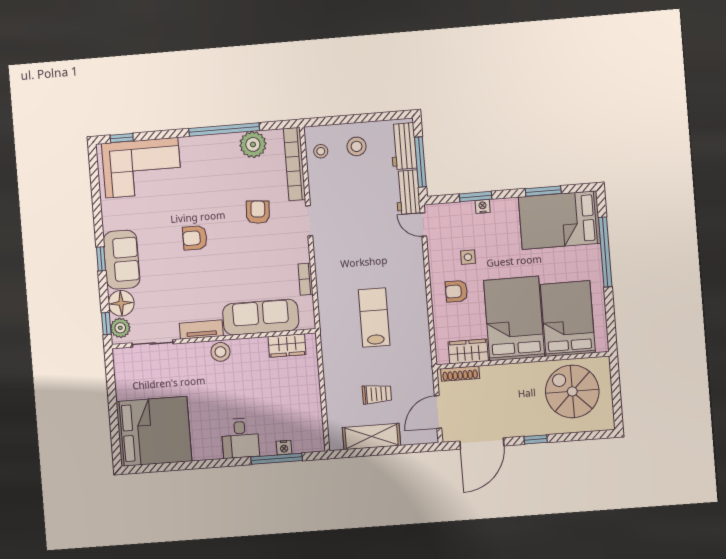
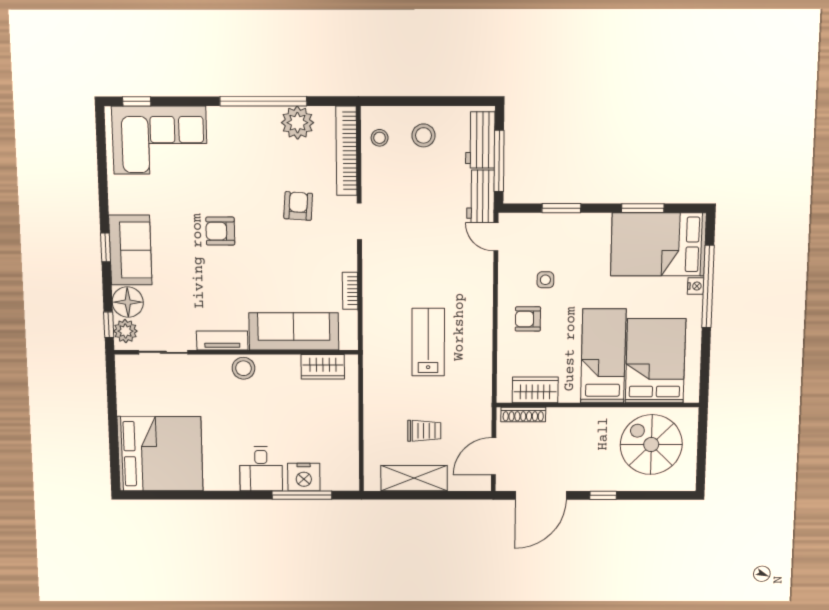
nightstand: (483, 206) -> (696, 286), moved, turned 90
bed: (514, 319) -> (603, 356), width x0.67
nightstand: (284, 448) -> (304, 477), width x1.89, depth x1.79

